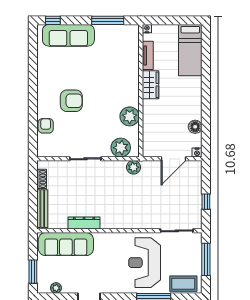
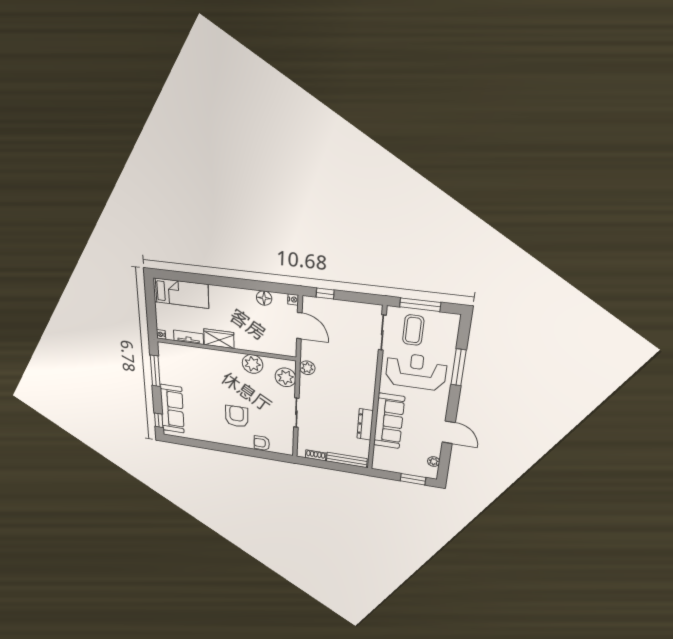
window: (206, 202) -> (325, 293), moved
sofa: (66, 244) -> (389, 421), moved
reception desk: (145, 263) -> (416, 371), turned 180
coffee table: (183, 284) -> (413, 330), moved

